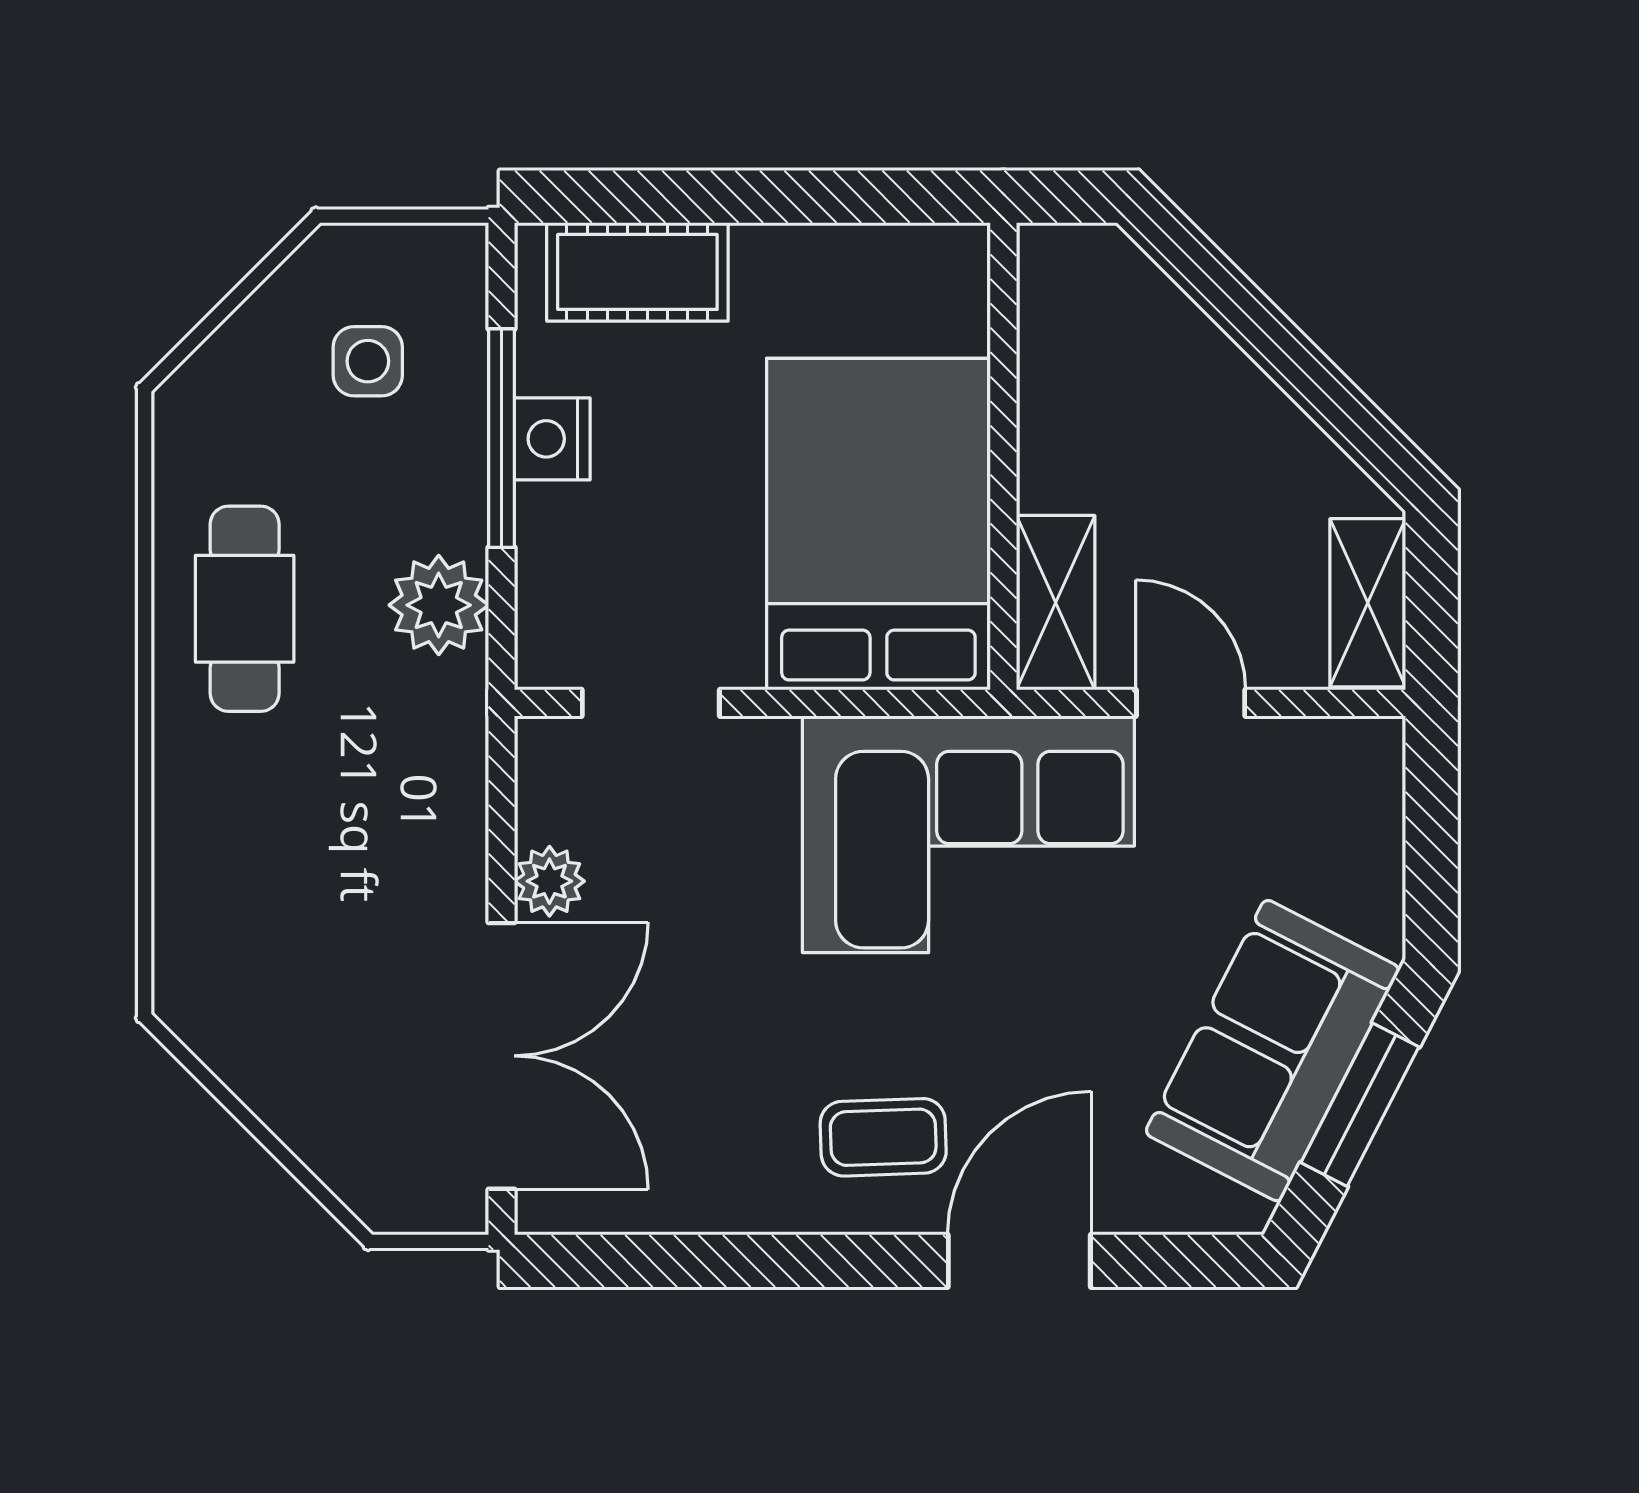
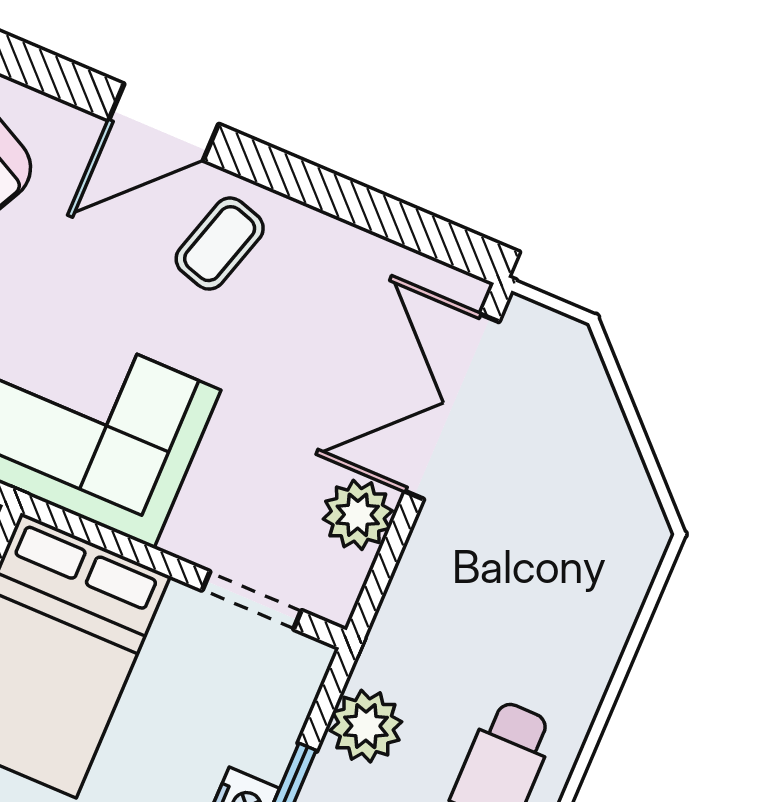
plant: (549, 881) -> (358, 515), width x1.38, depth x1.38
coffee table: (883, 1137) -> (220, 244), turned -71

